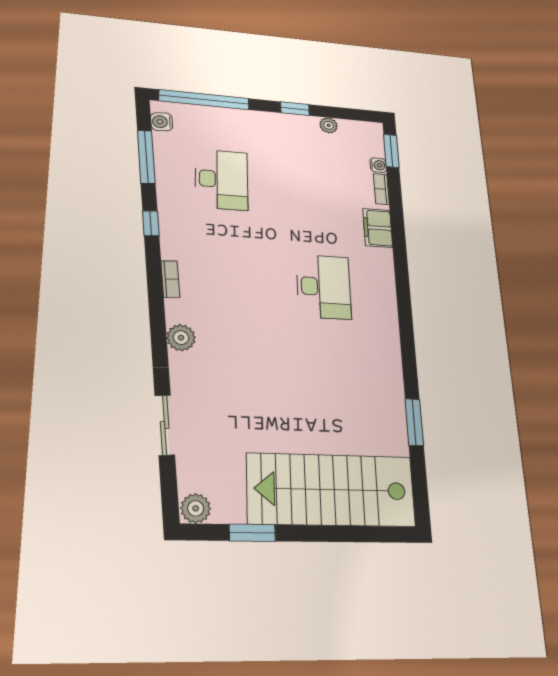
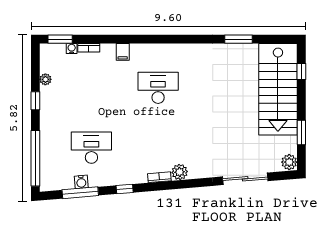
water cooler: (162, 122) -> (81, 182), moved
filing cabinet: (378, 228) -> (123, 52), width x0.50
plant: (181, 338) -> (180, 172), moved
sliding door: (165, 425) -> (245, 179), width x1.37
window: (366, 534) -> (301, 71), added

